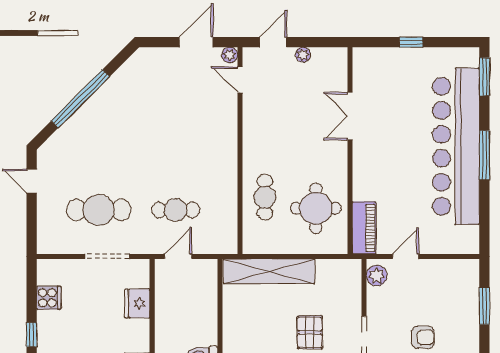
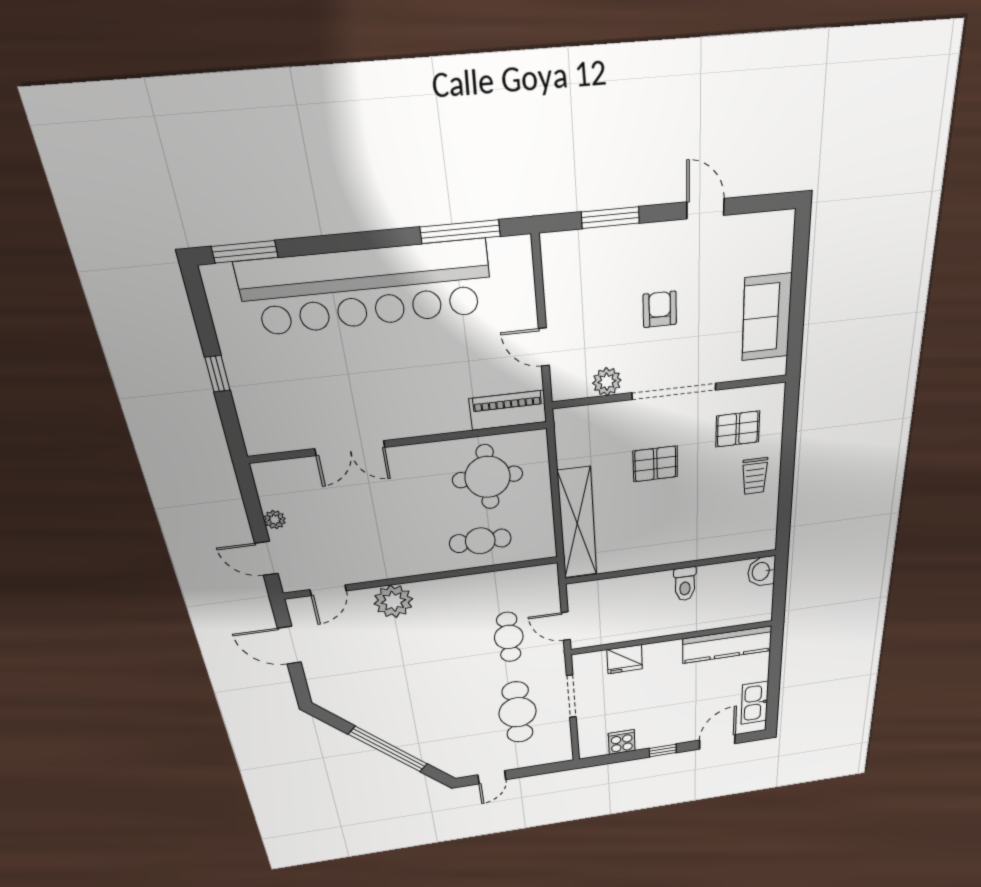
plant: (230, 55) -> (393, 601), moved, width x1.88, depth x1.88
window: (484, 155) -> (460, 232), moved
plant: (377, 276) -> (607, 382), moved

